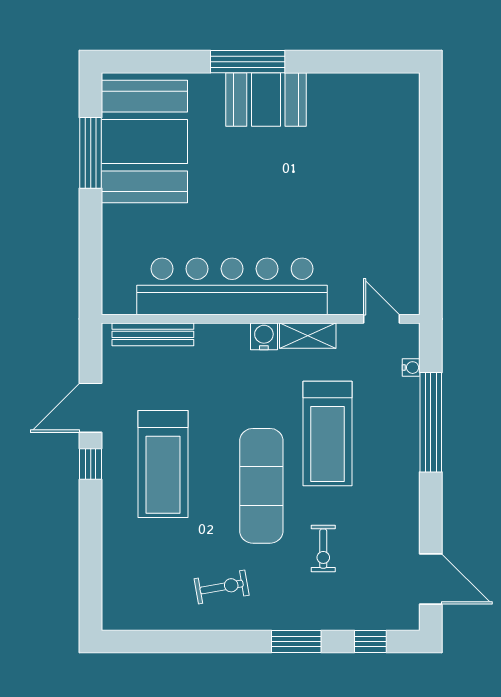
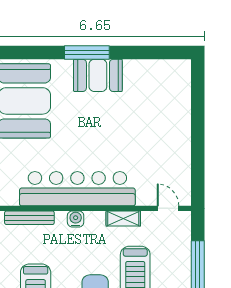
water cooler: (264, 336) -> (76, 219), moved
water cooler: (411, 368) -> (186, 238), removed

